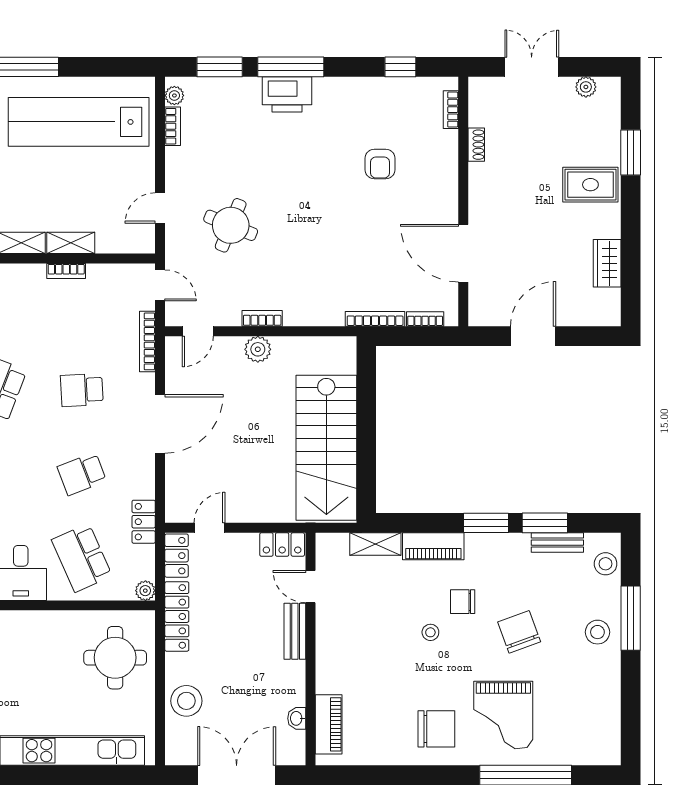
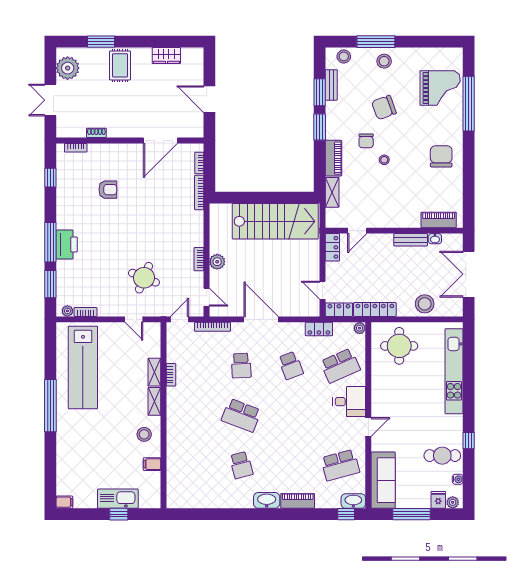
plant: (586, 87) -> (68, 68), width x1.87, depth x1.87
bench: (295, 631) -> (411, 240), moved
grand piano: (503, 715) -> (440, 88), moved

